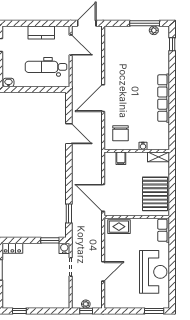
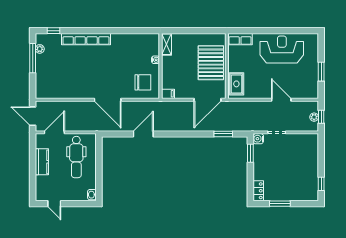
row of seats: (164, 98) -> (86, 39), moved
filing cabinet: (121, 158) -> (168, 94), moved
pallet: (155, 194) -> (211, 63), moved, turned 90
window: (154, 311) -> (321, 72), moved

